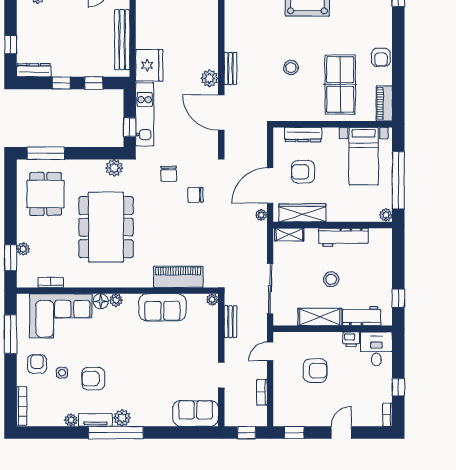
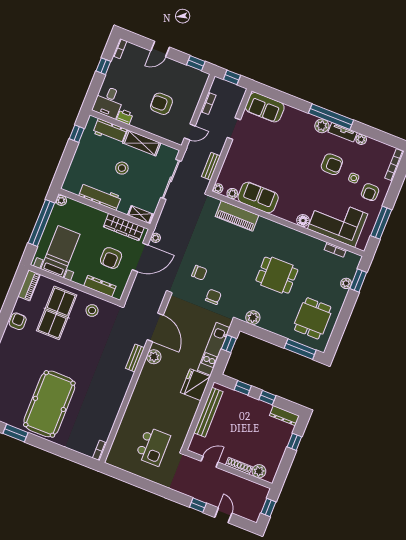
stool: (291, 67) -> (92, 310), moved
armchair: (303, 172) -> (111, 258), turned 90
dining table: (106, 227) -> (277, 275), width x0.53, depth x0.80
plant: (116, 300) -> (232, 194), moved

